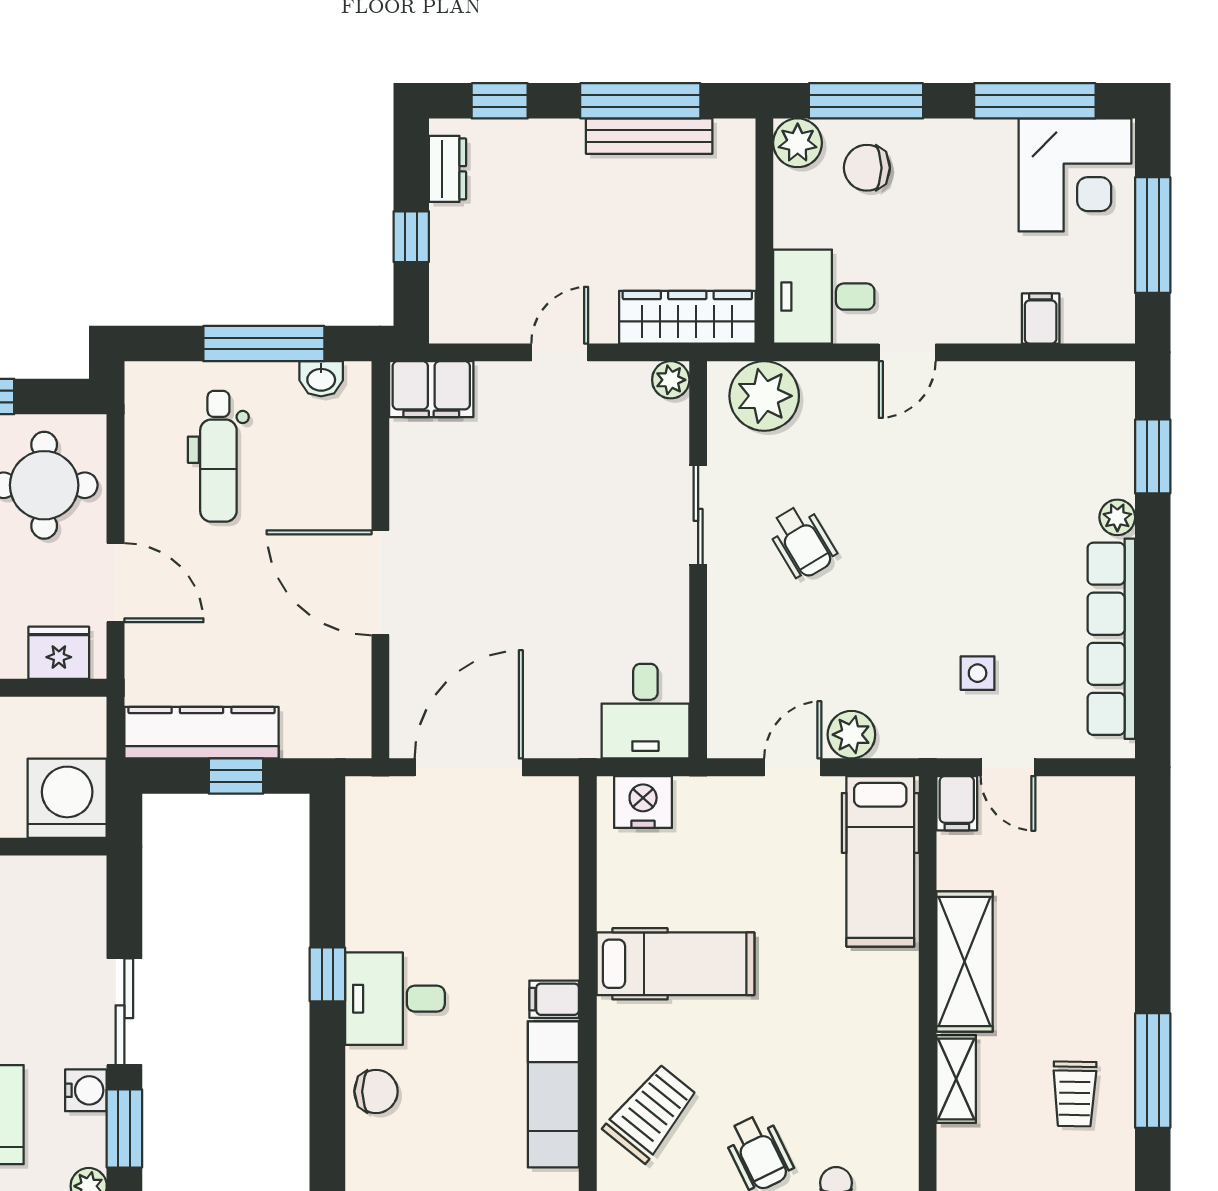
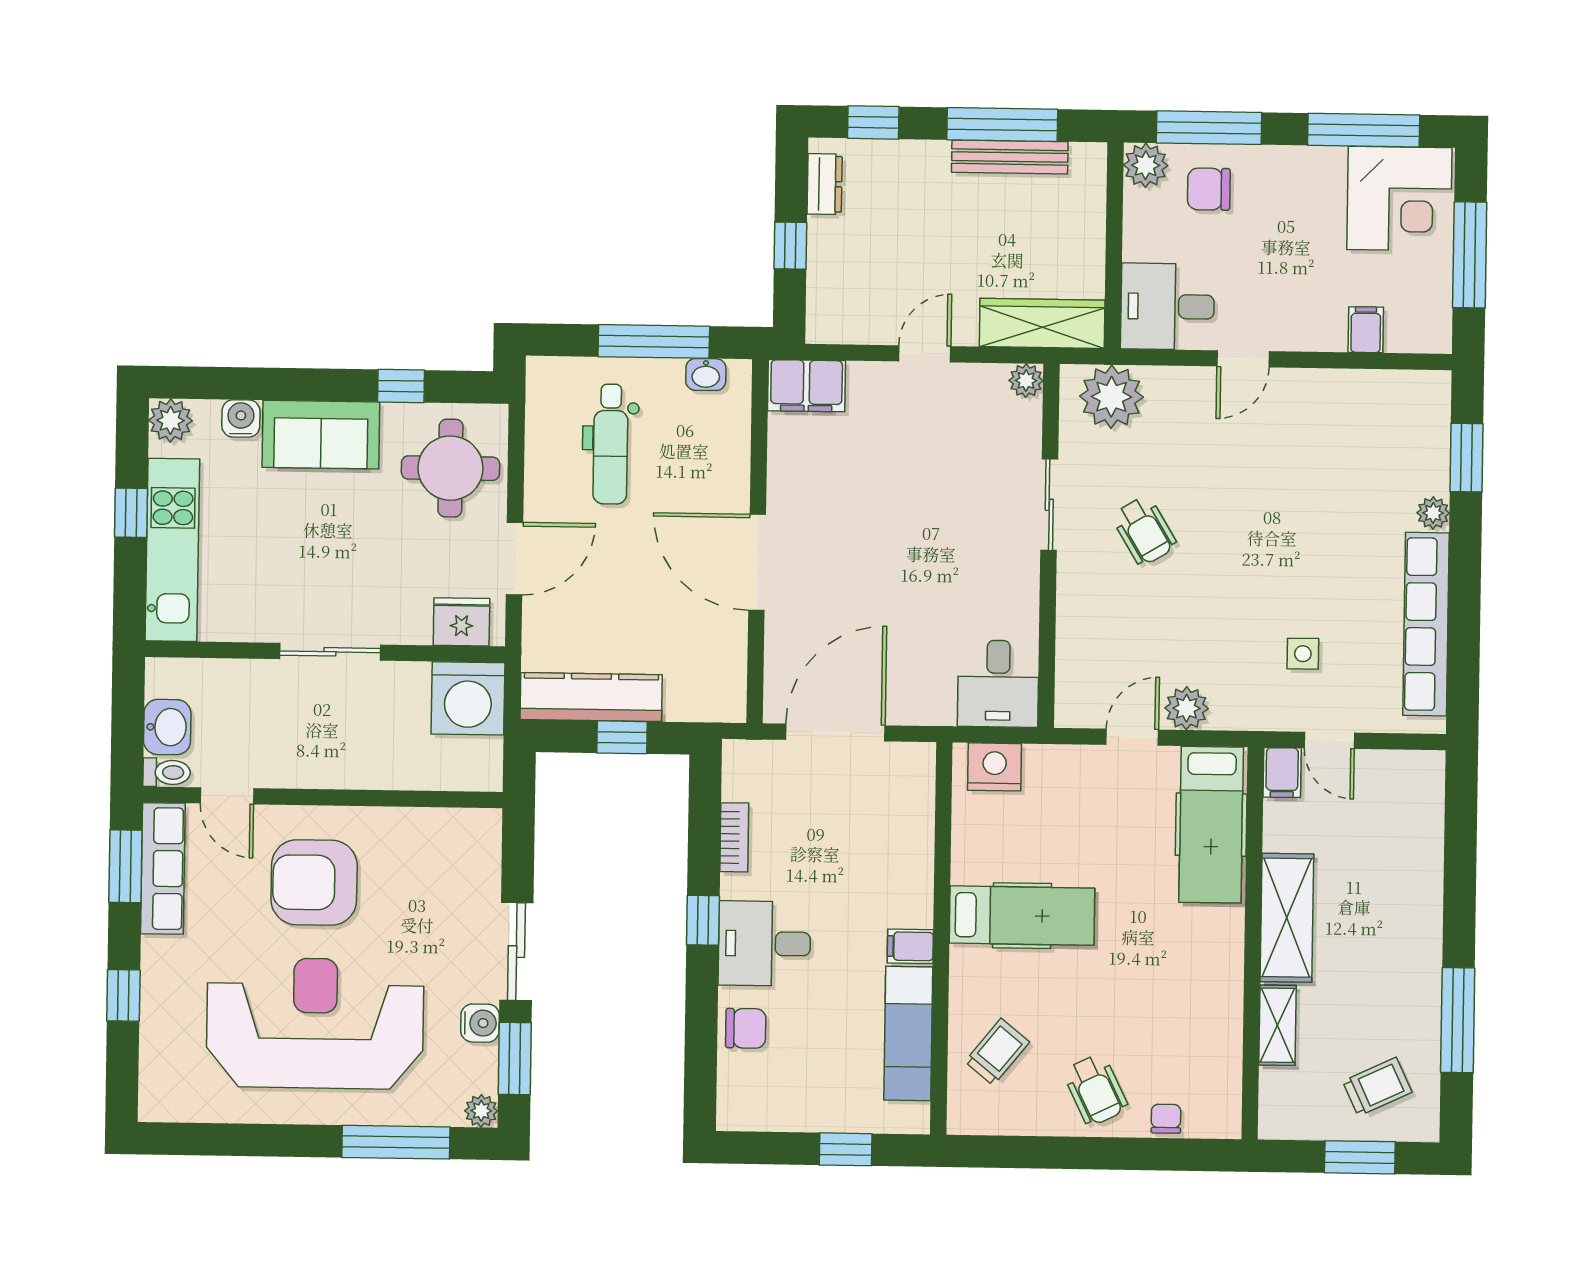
door: (116, 583) -> (515, 558), hinge flipped
washing machine: (67, 798) -> (468, 698), moved, turned 180
bookcase: (360, 883) -> (734, 837), added
trolley: (1075, 1094) -> (1377, 1087), moved, turned -116
trolley: (651, 1113) -> (997, 1052), width x0.73, depth x0.72

